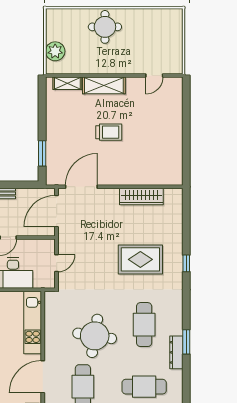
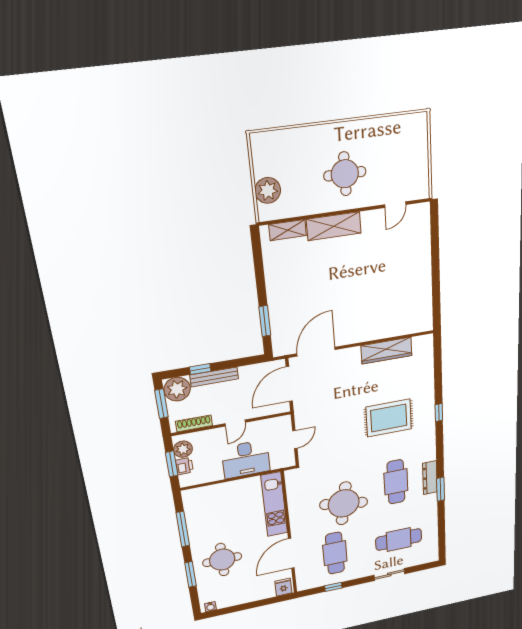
round table: (105, 27) -> (345, 174), moved
trolley: (109, 132) -> (344, 283), removed
dresser: (176, 352) -> (430, 478), moved

